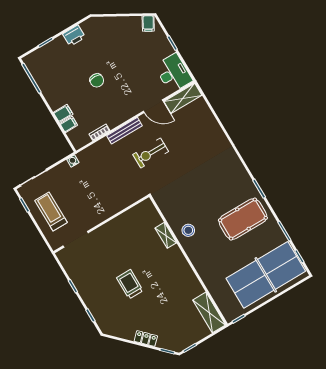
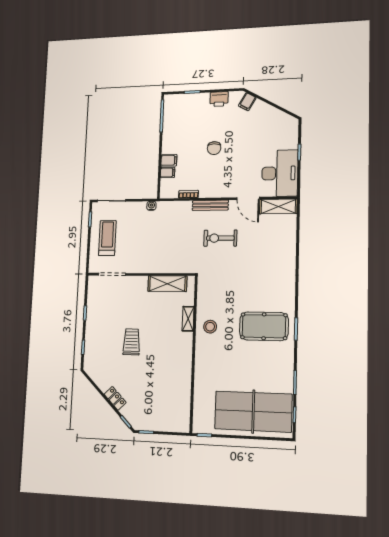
filing cabinet: (148, 24) -> (247, 102), moved
desk: (173, 73) -> (280, 173), width x1.36, depth x1.30
pool table: (243, 219) -> (264, 326), moved
shelving: (209, 312) -> (167, 284), moved, turned 90

